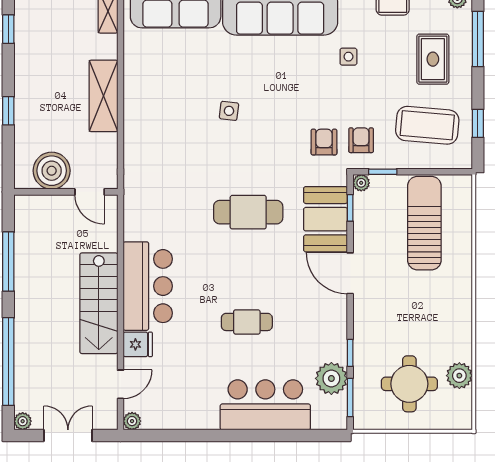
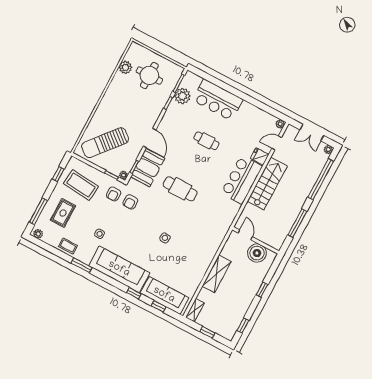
sun lounger: (424, 223) -> (105, 143), turned 40

